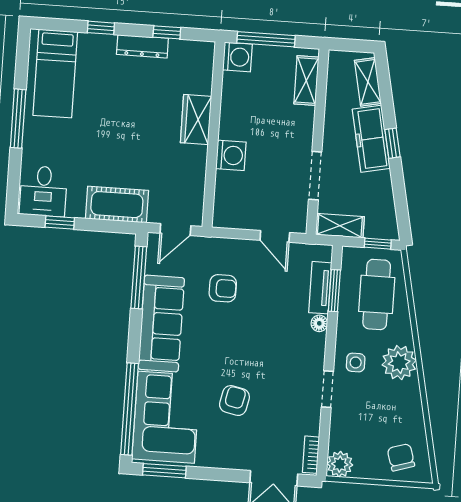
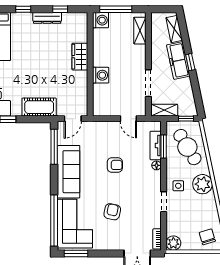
armchair: (223, 288) -> (115, 165), moved
cafe table: (377, 294) -> (187, 147), turned -31

